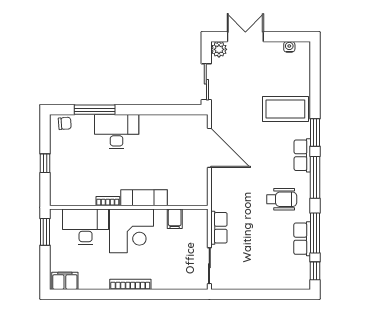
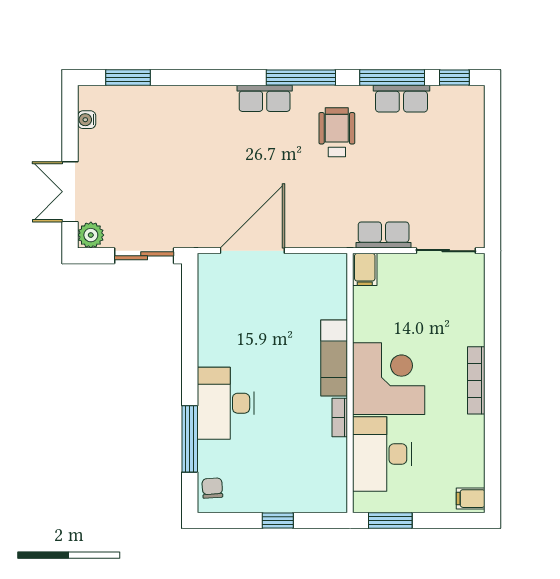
coffee table: (285, 109) -> (189, 126), removed
window: (315, 133) -> (128, 78), moved
filing cabinet: (175, 219) -> (365, 269), moved, turned 90
filing cabinet: (65, 281) -> (471, 499), width x0.50

